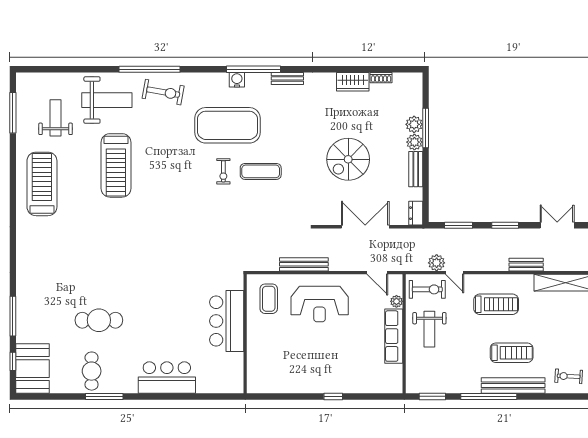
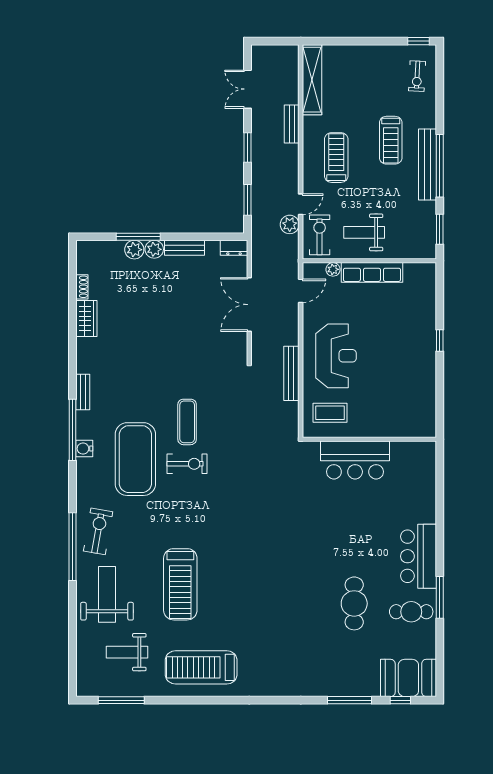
spiral stairs: (348, 159) -> (173, 324), removed
treadmill: (116, 165) -> (180, 584), turned 90
exercise bike: (223, 171) -> (187, 464), width x1.38, depth x1.39
weight bench: (429, 329) -> (364, 232), turned 180
treadmill: (512, 353) -> (391, 140), turned 180
bar counter: (167, 378) -> (418, 556), moved
bench: (513, 385) -> (427, 164), moved

